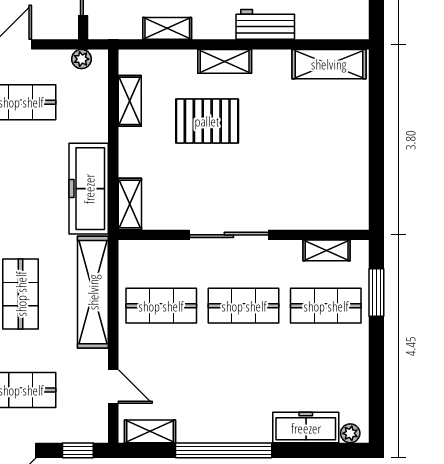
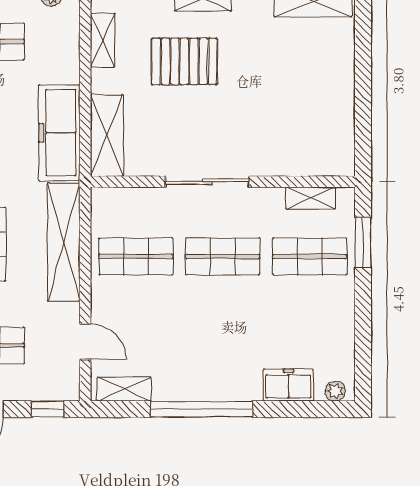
shelving: (130, 204) -> (107, 135), width x1.50, depth x1.33
freezer: (306, 428) -> (288, 385), width x0.71

